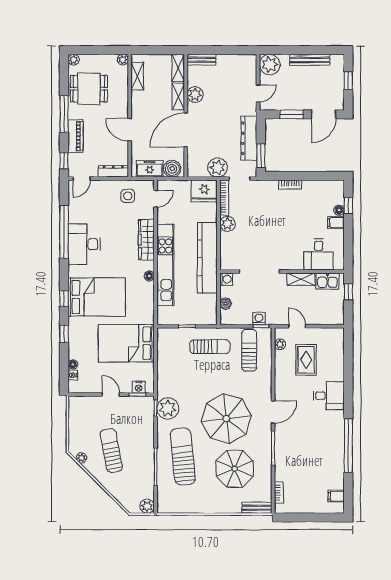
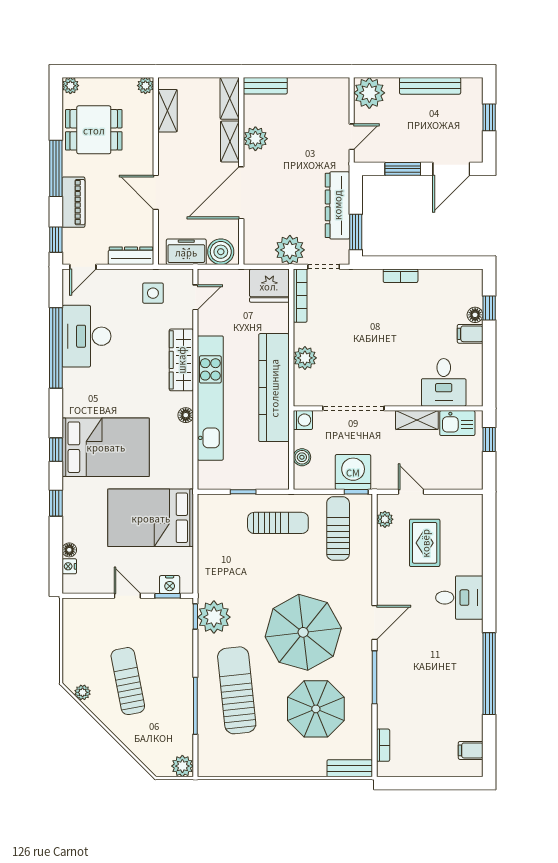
plant: (227, 224) -> (305, 358), moved
desk: (84, 244) -> (86, 336), moved
washing machine: (259, 319) -> (353, 472), width x1.89, depth x1.89

